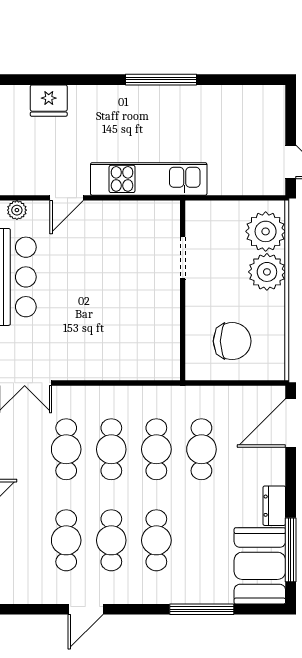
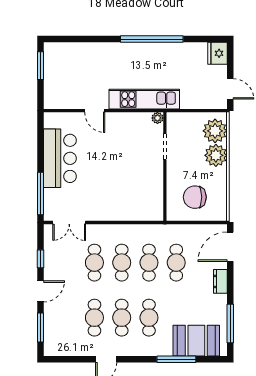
window: (161, 80) -> (152, 39), width x1.46
fridge: (49, 101) -> (217, 53), moved, turned 90
door: (67, 198) -> (95, 111), hinge flipped
plant: (17, 210) -> (157, 118), moved
chair: (232, 341) -> (195, 197), turned 180
dresser: (274, 506) -> (220, 281), moved
booth: (260, 566) -> (196, 341), moved, turned 90

